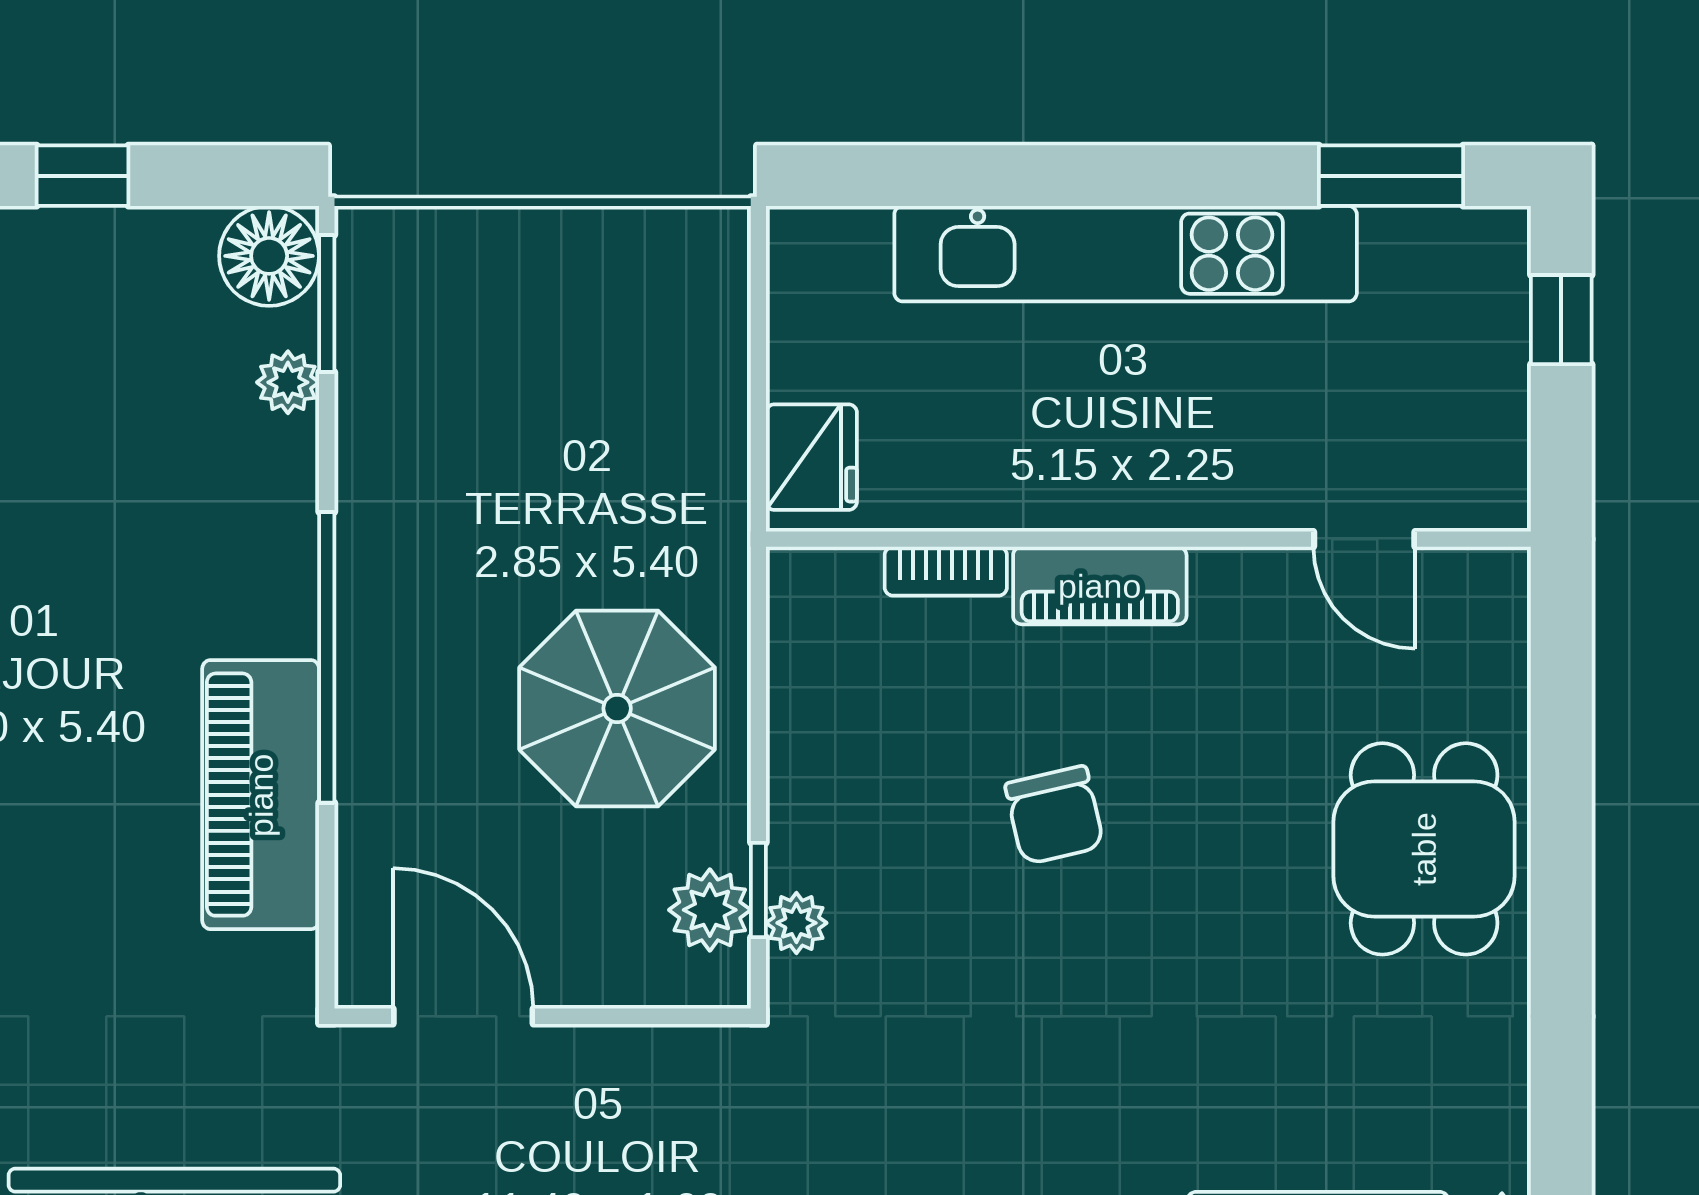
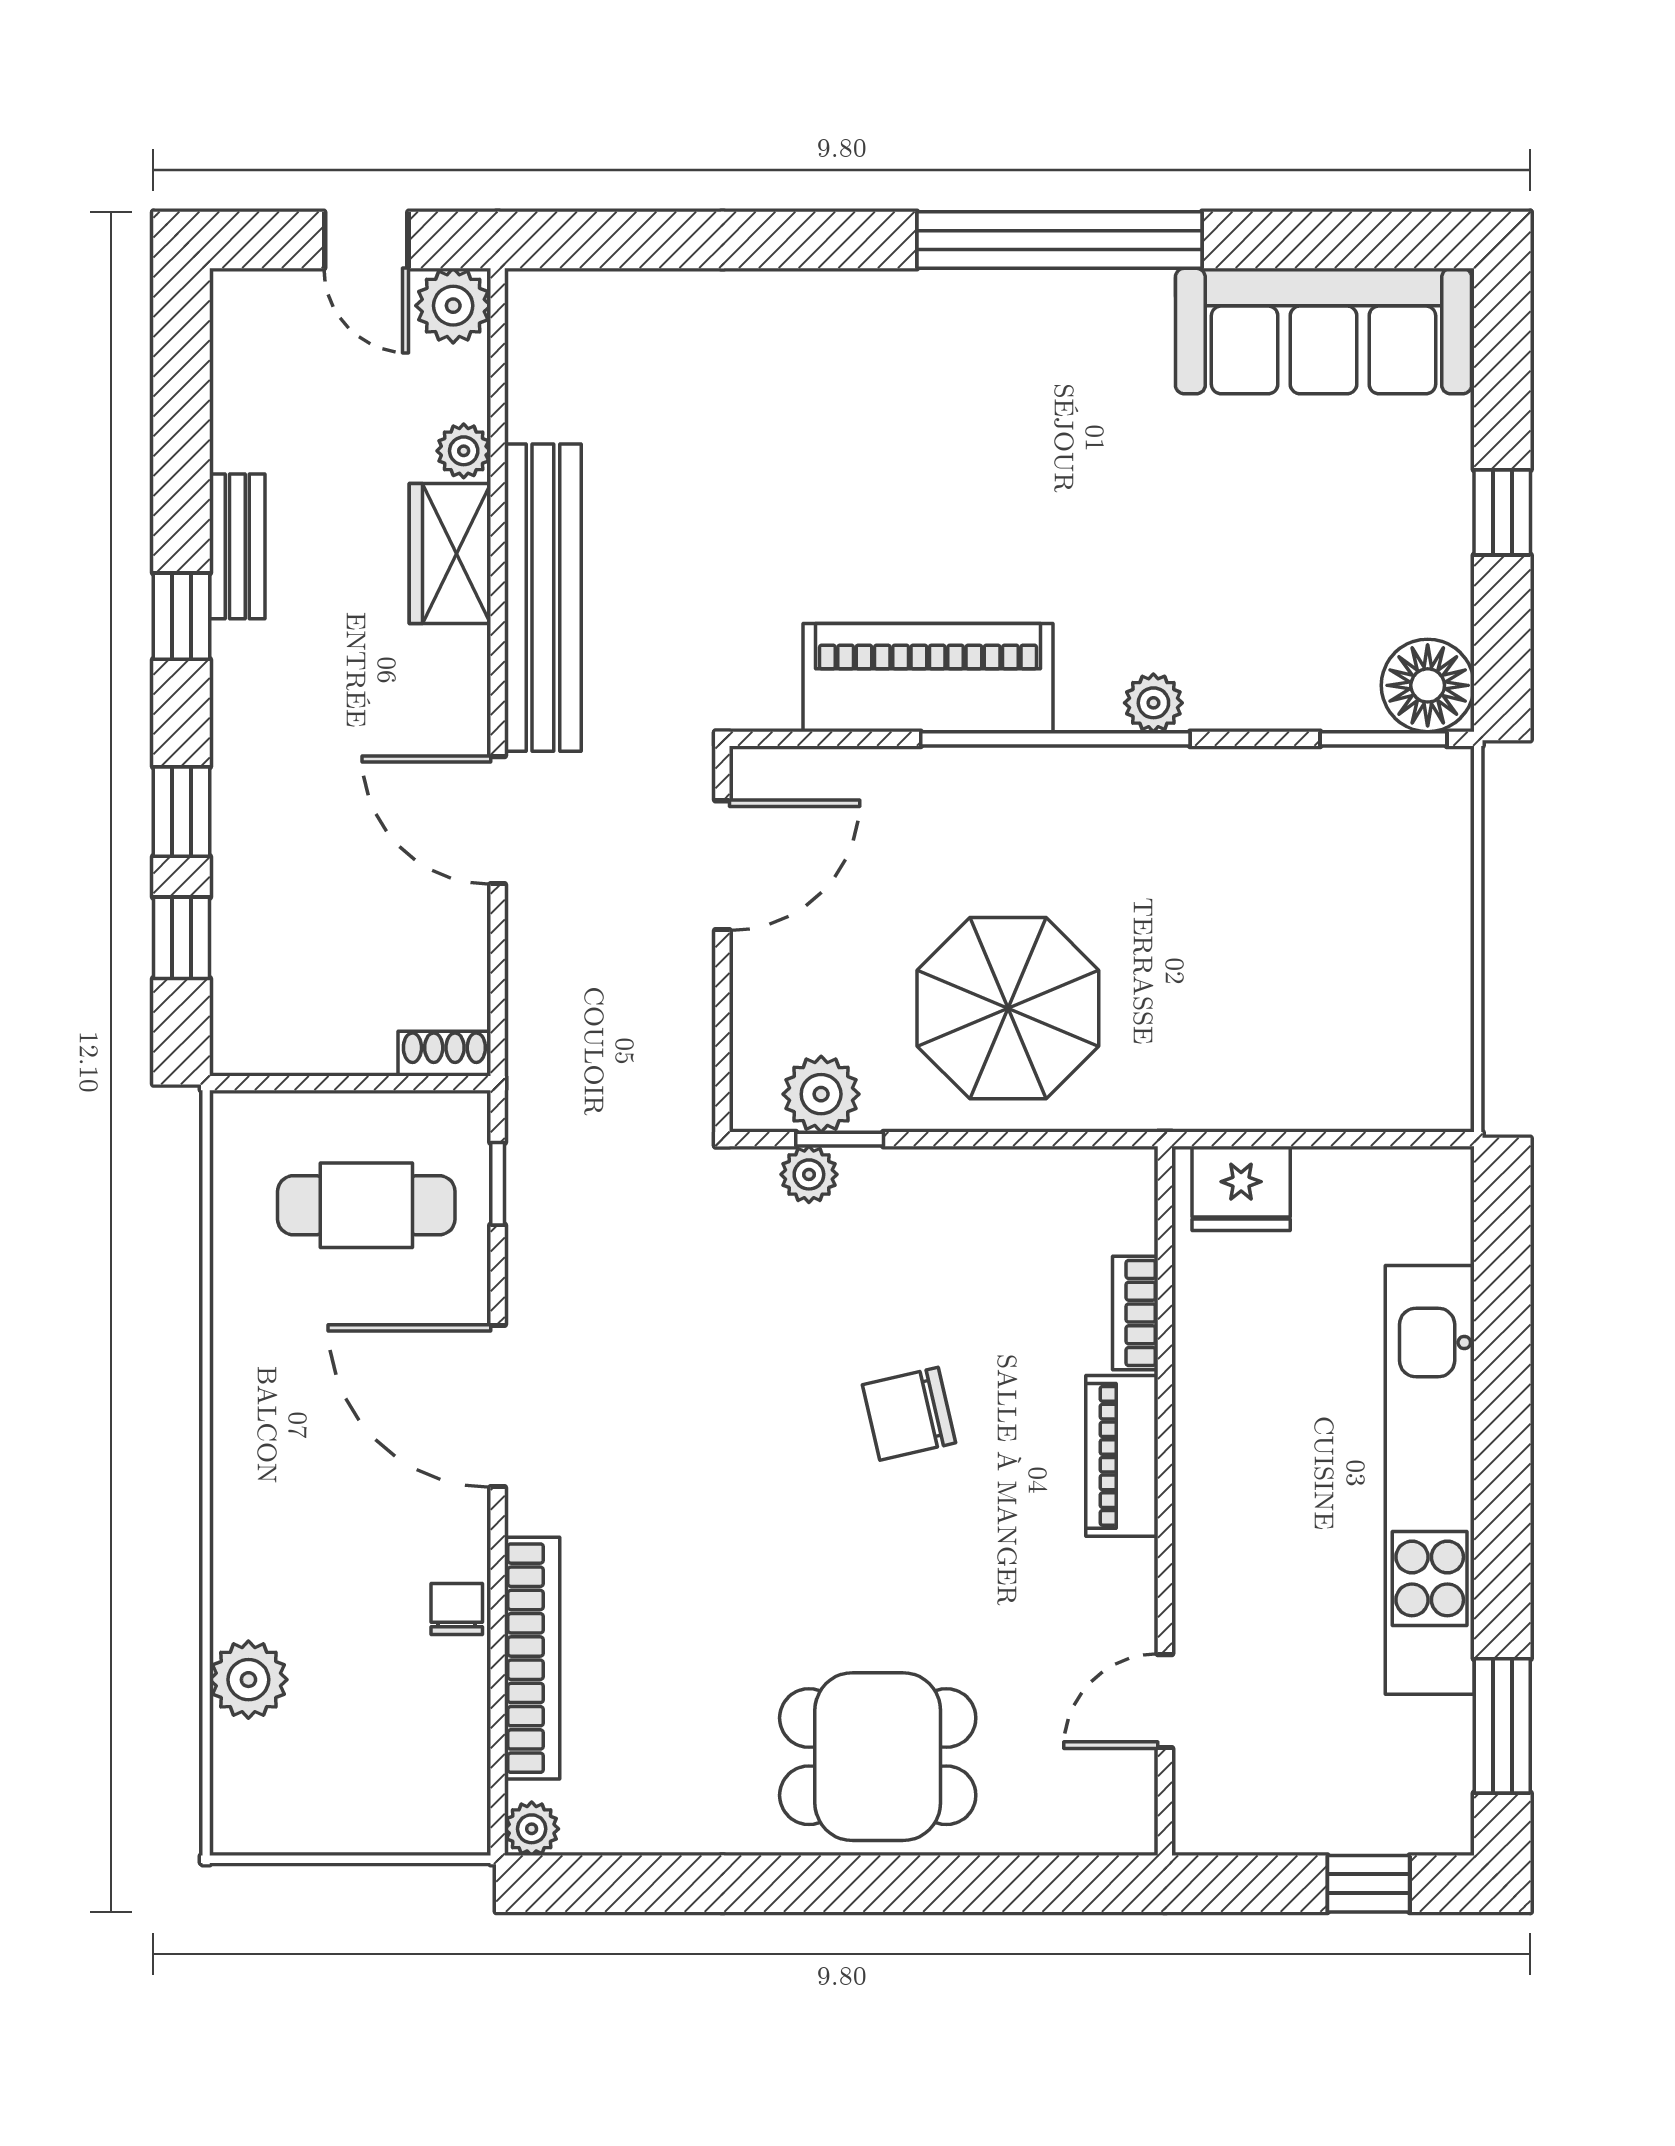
plant: (288, 382) -> (1153, 703), moved

